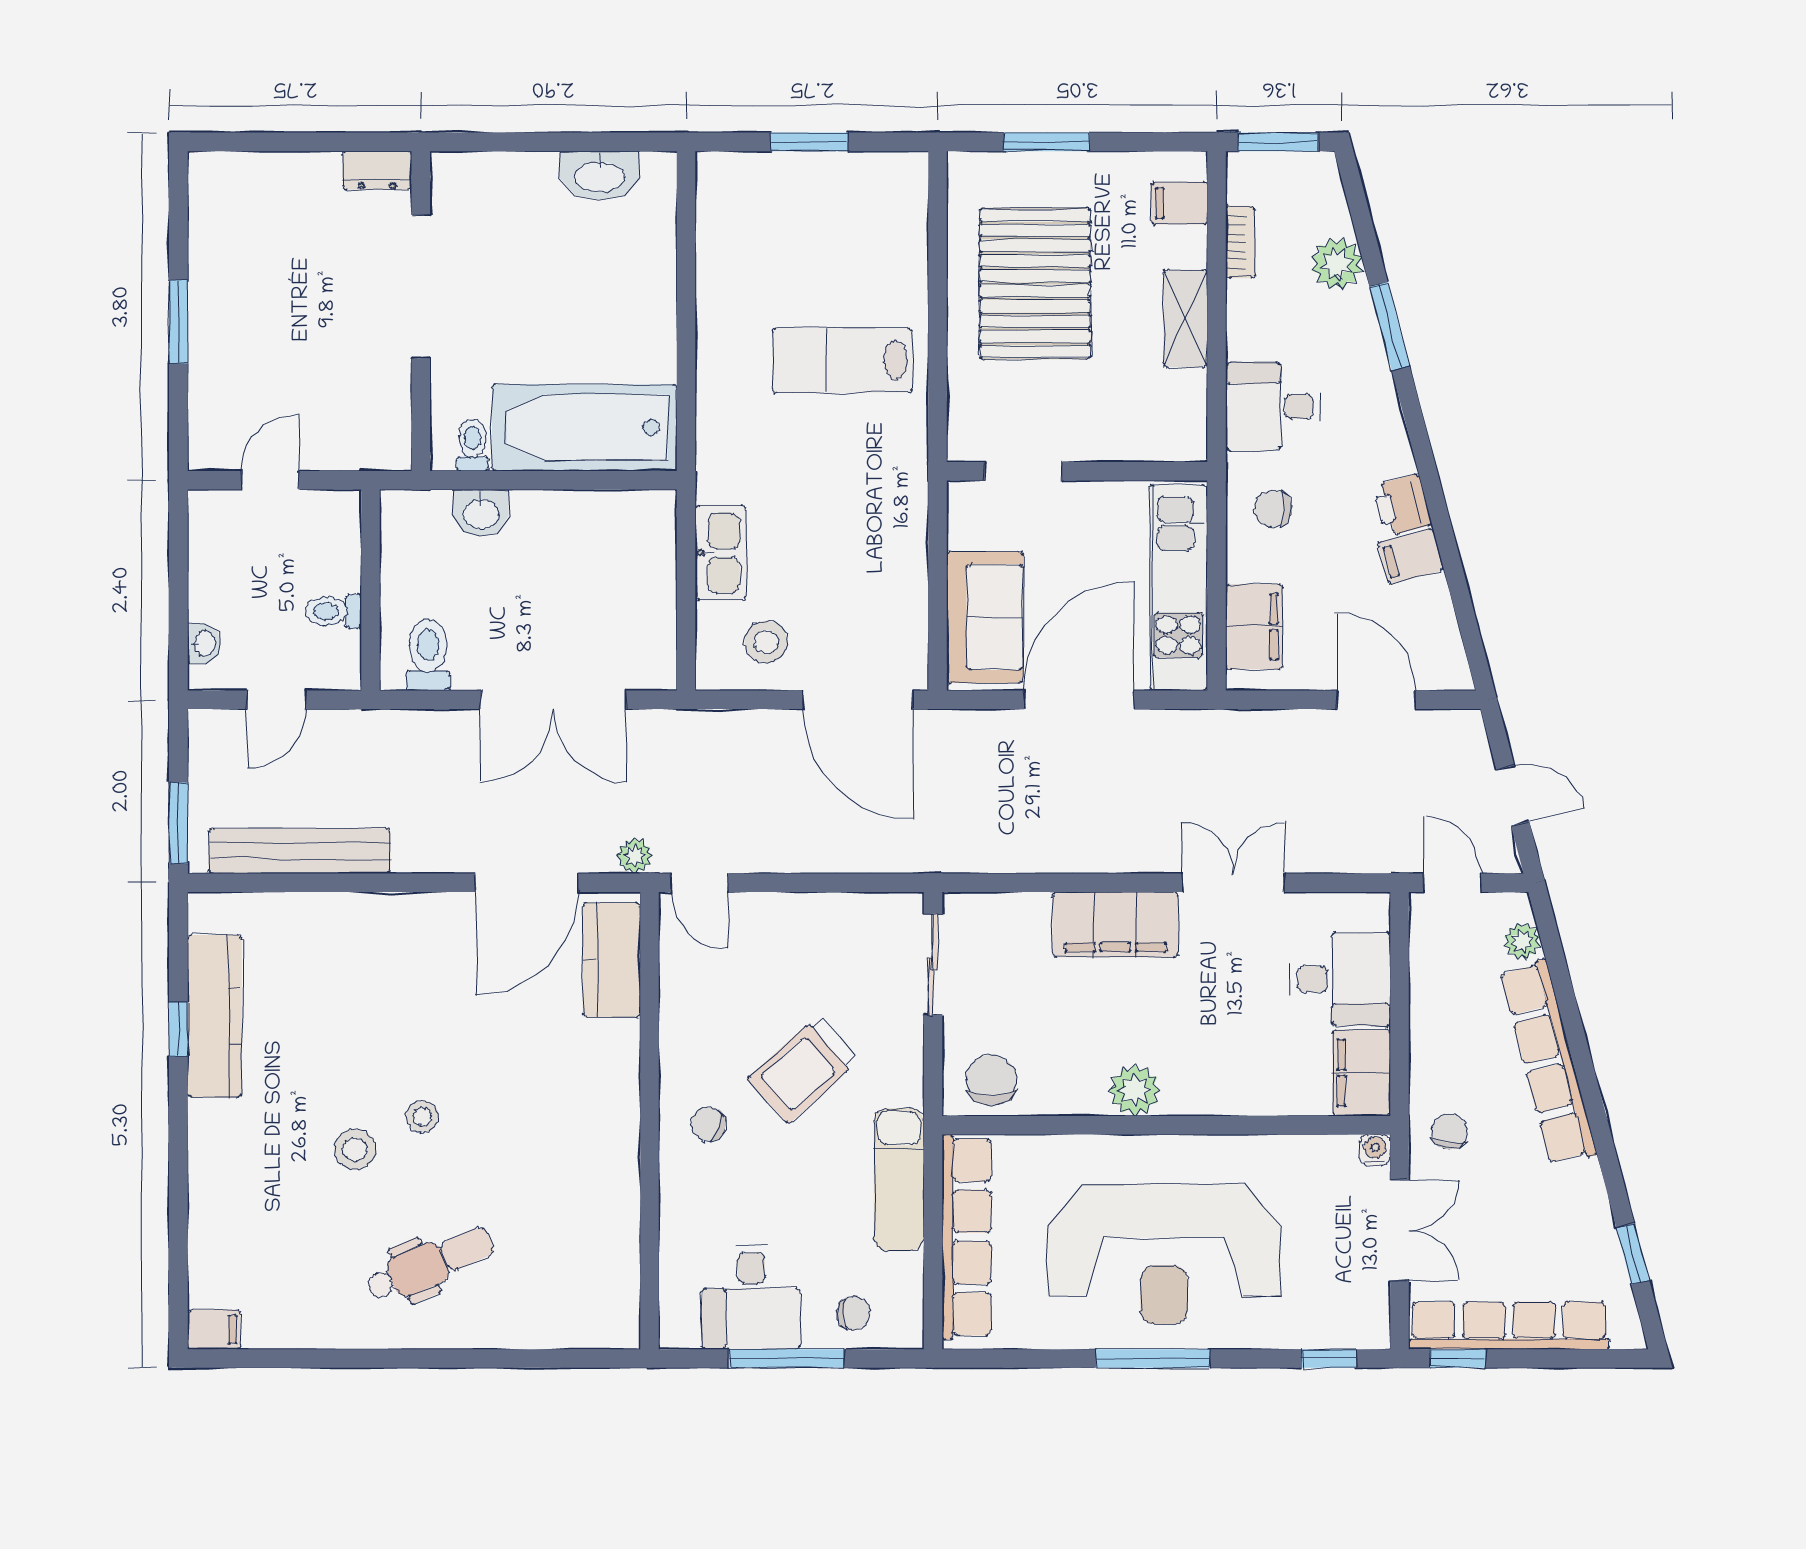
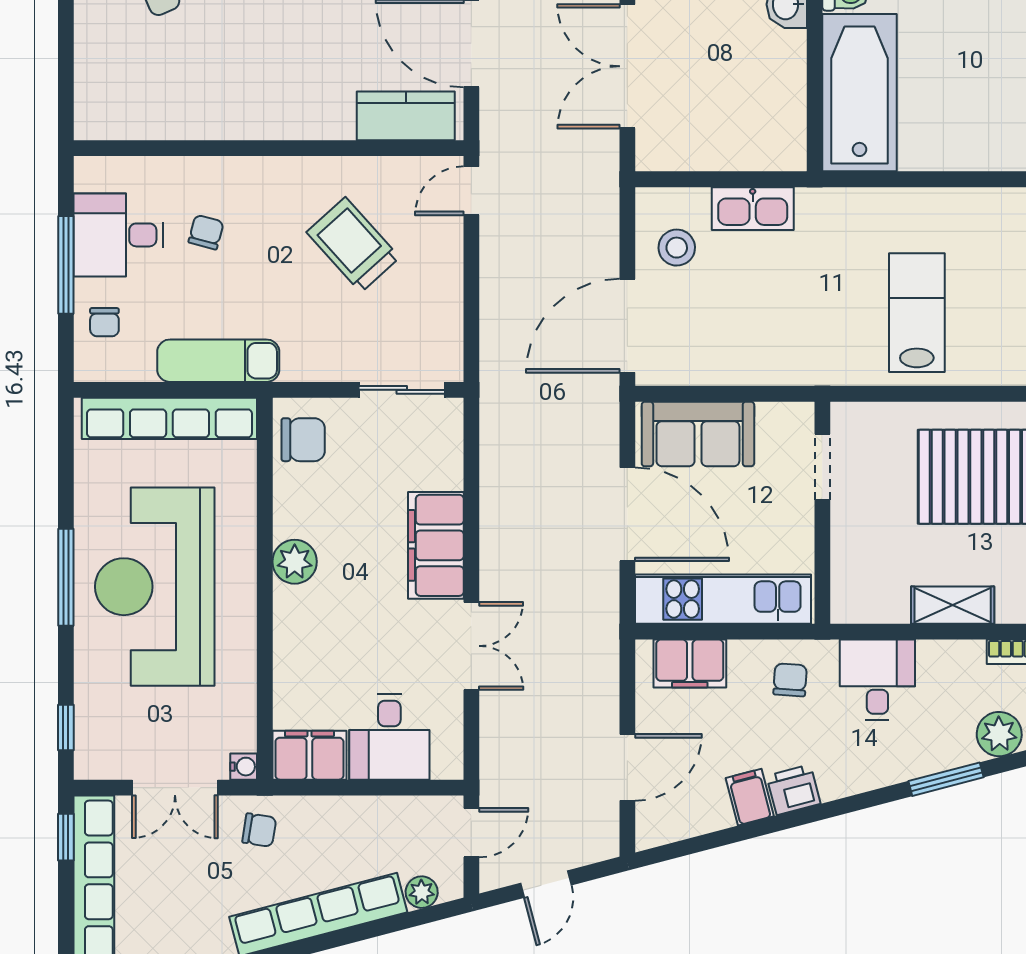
plant: (635, 856) -> (494, 135), removed
trolley: (803, 1070) -> (353, 245), moved
chair: (708, 1124) -> (206, 232), moved

